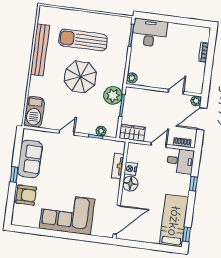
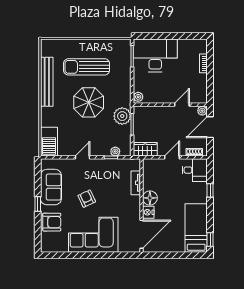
desk: (150, 33) -> (155, 55), width x1.36, depth x1.30
nightstand: (131, 169) -> (148, 212), moved
armchair: (65, 176) -> (87, 199), added

